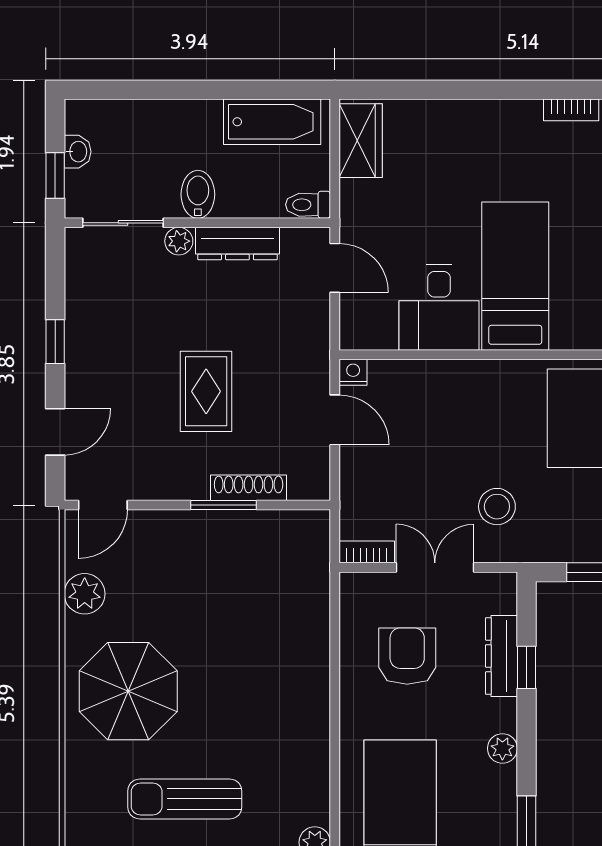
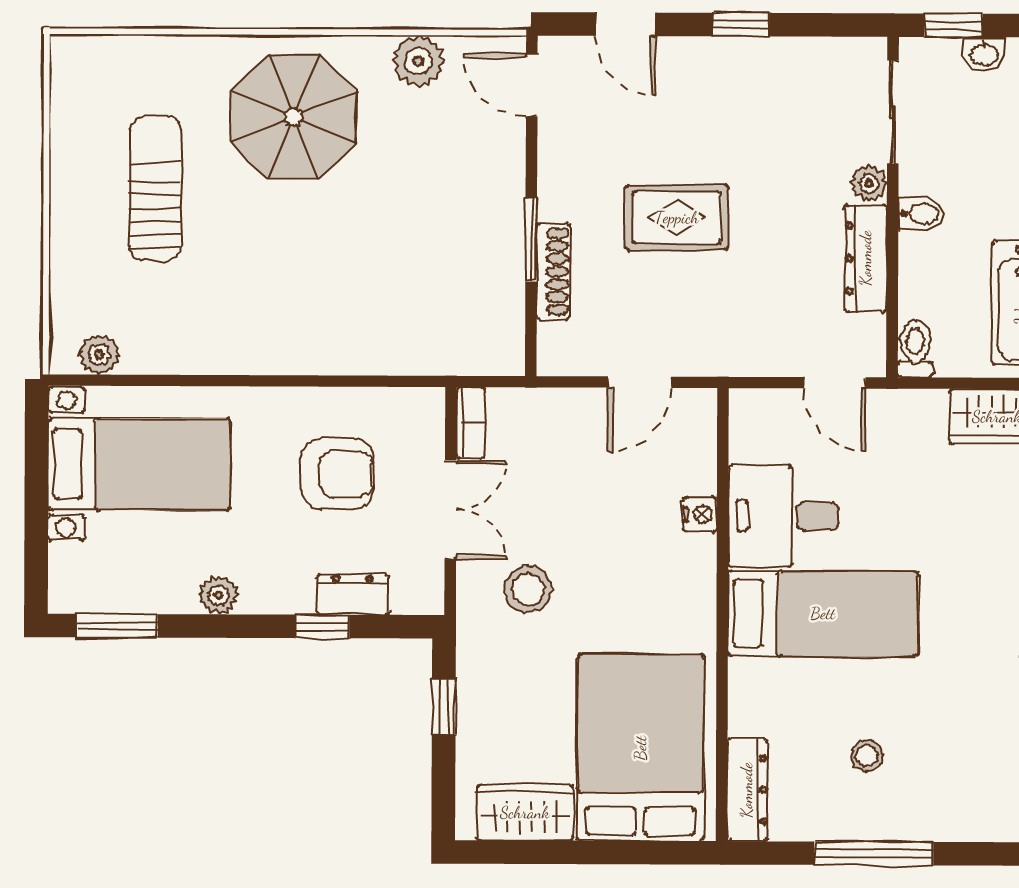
bidet: (198, 194) -> (921, 214), width x0.72, depth x0.74
door: (335, 268) -> (834, 383), hinge flipped
nightstand: (353, 372) -> (700, 514), moved
dresser: (501, 656) -> (353, 594), width x0.70

